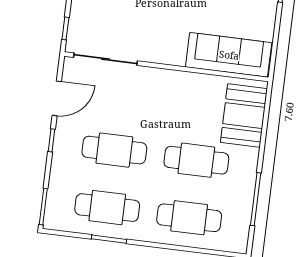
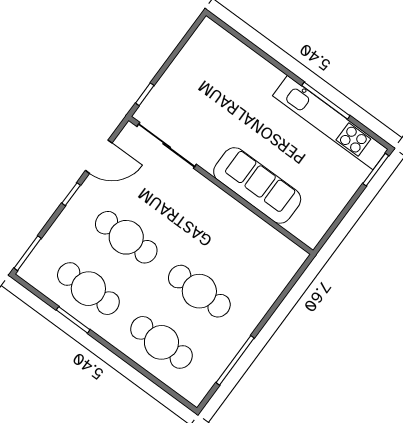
sofa: (229, 55) -> (257, 185), moved
booth: (244, 116) -> (269, 274), removed

